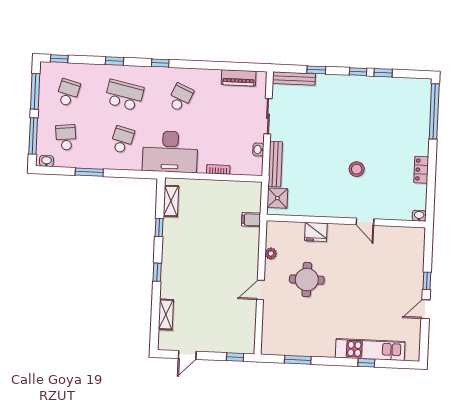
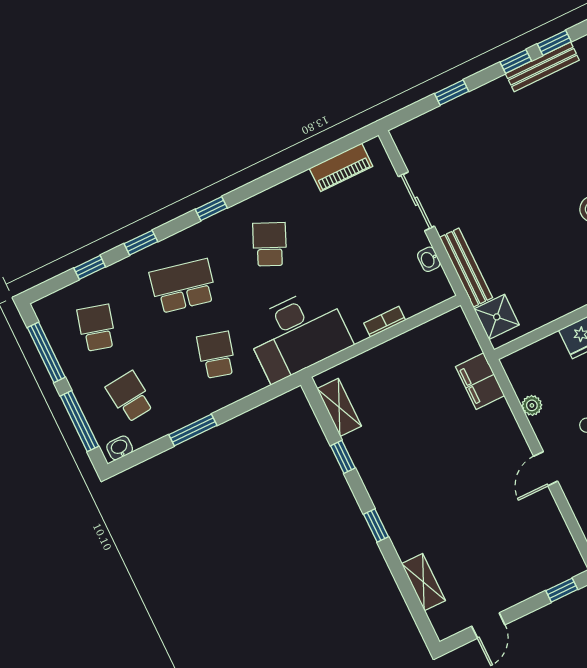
window: (59, 59) -> (90, 267), moved
bench: (294, 79) -> (542, 67), moved
filing cabinet: (251, 220) -> (480, 381), width x2.00

